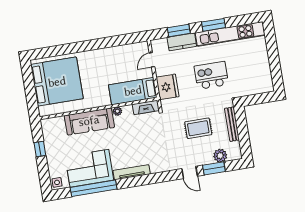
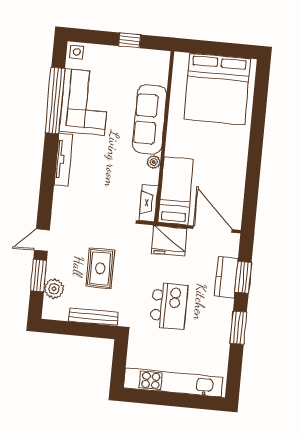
kitchen unit: (230, 34) -> (173, 382), moved, turned 90
door: (152, 60) -> (212, 229), width x1.87

